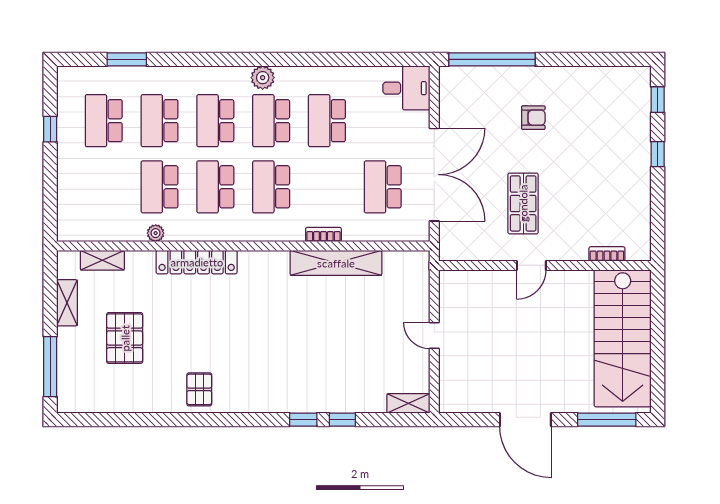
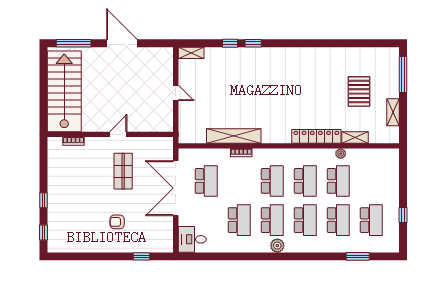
window: (492, 59) -> (141, 256), width x0.32
shelving: (102, 260) -> (355, 137), moved
pallet: (199, 389) -> (315, 61), removed

